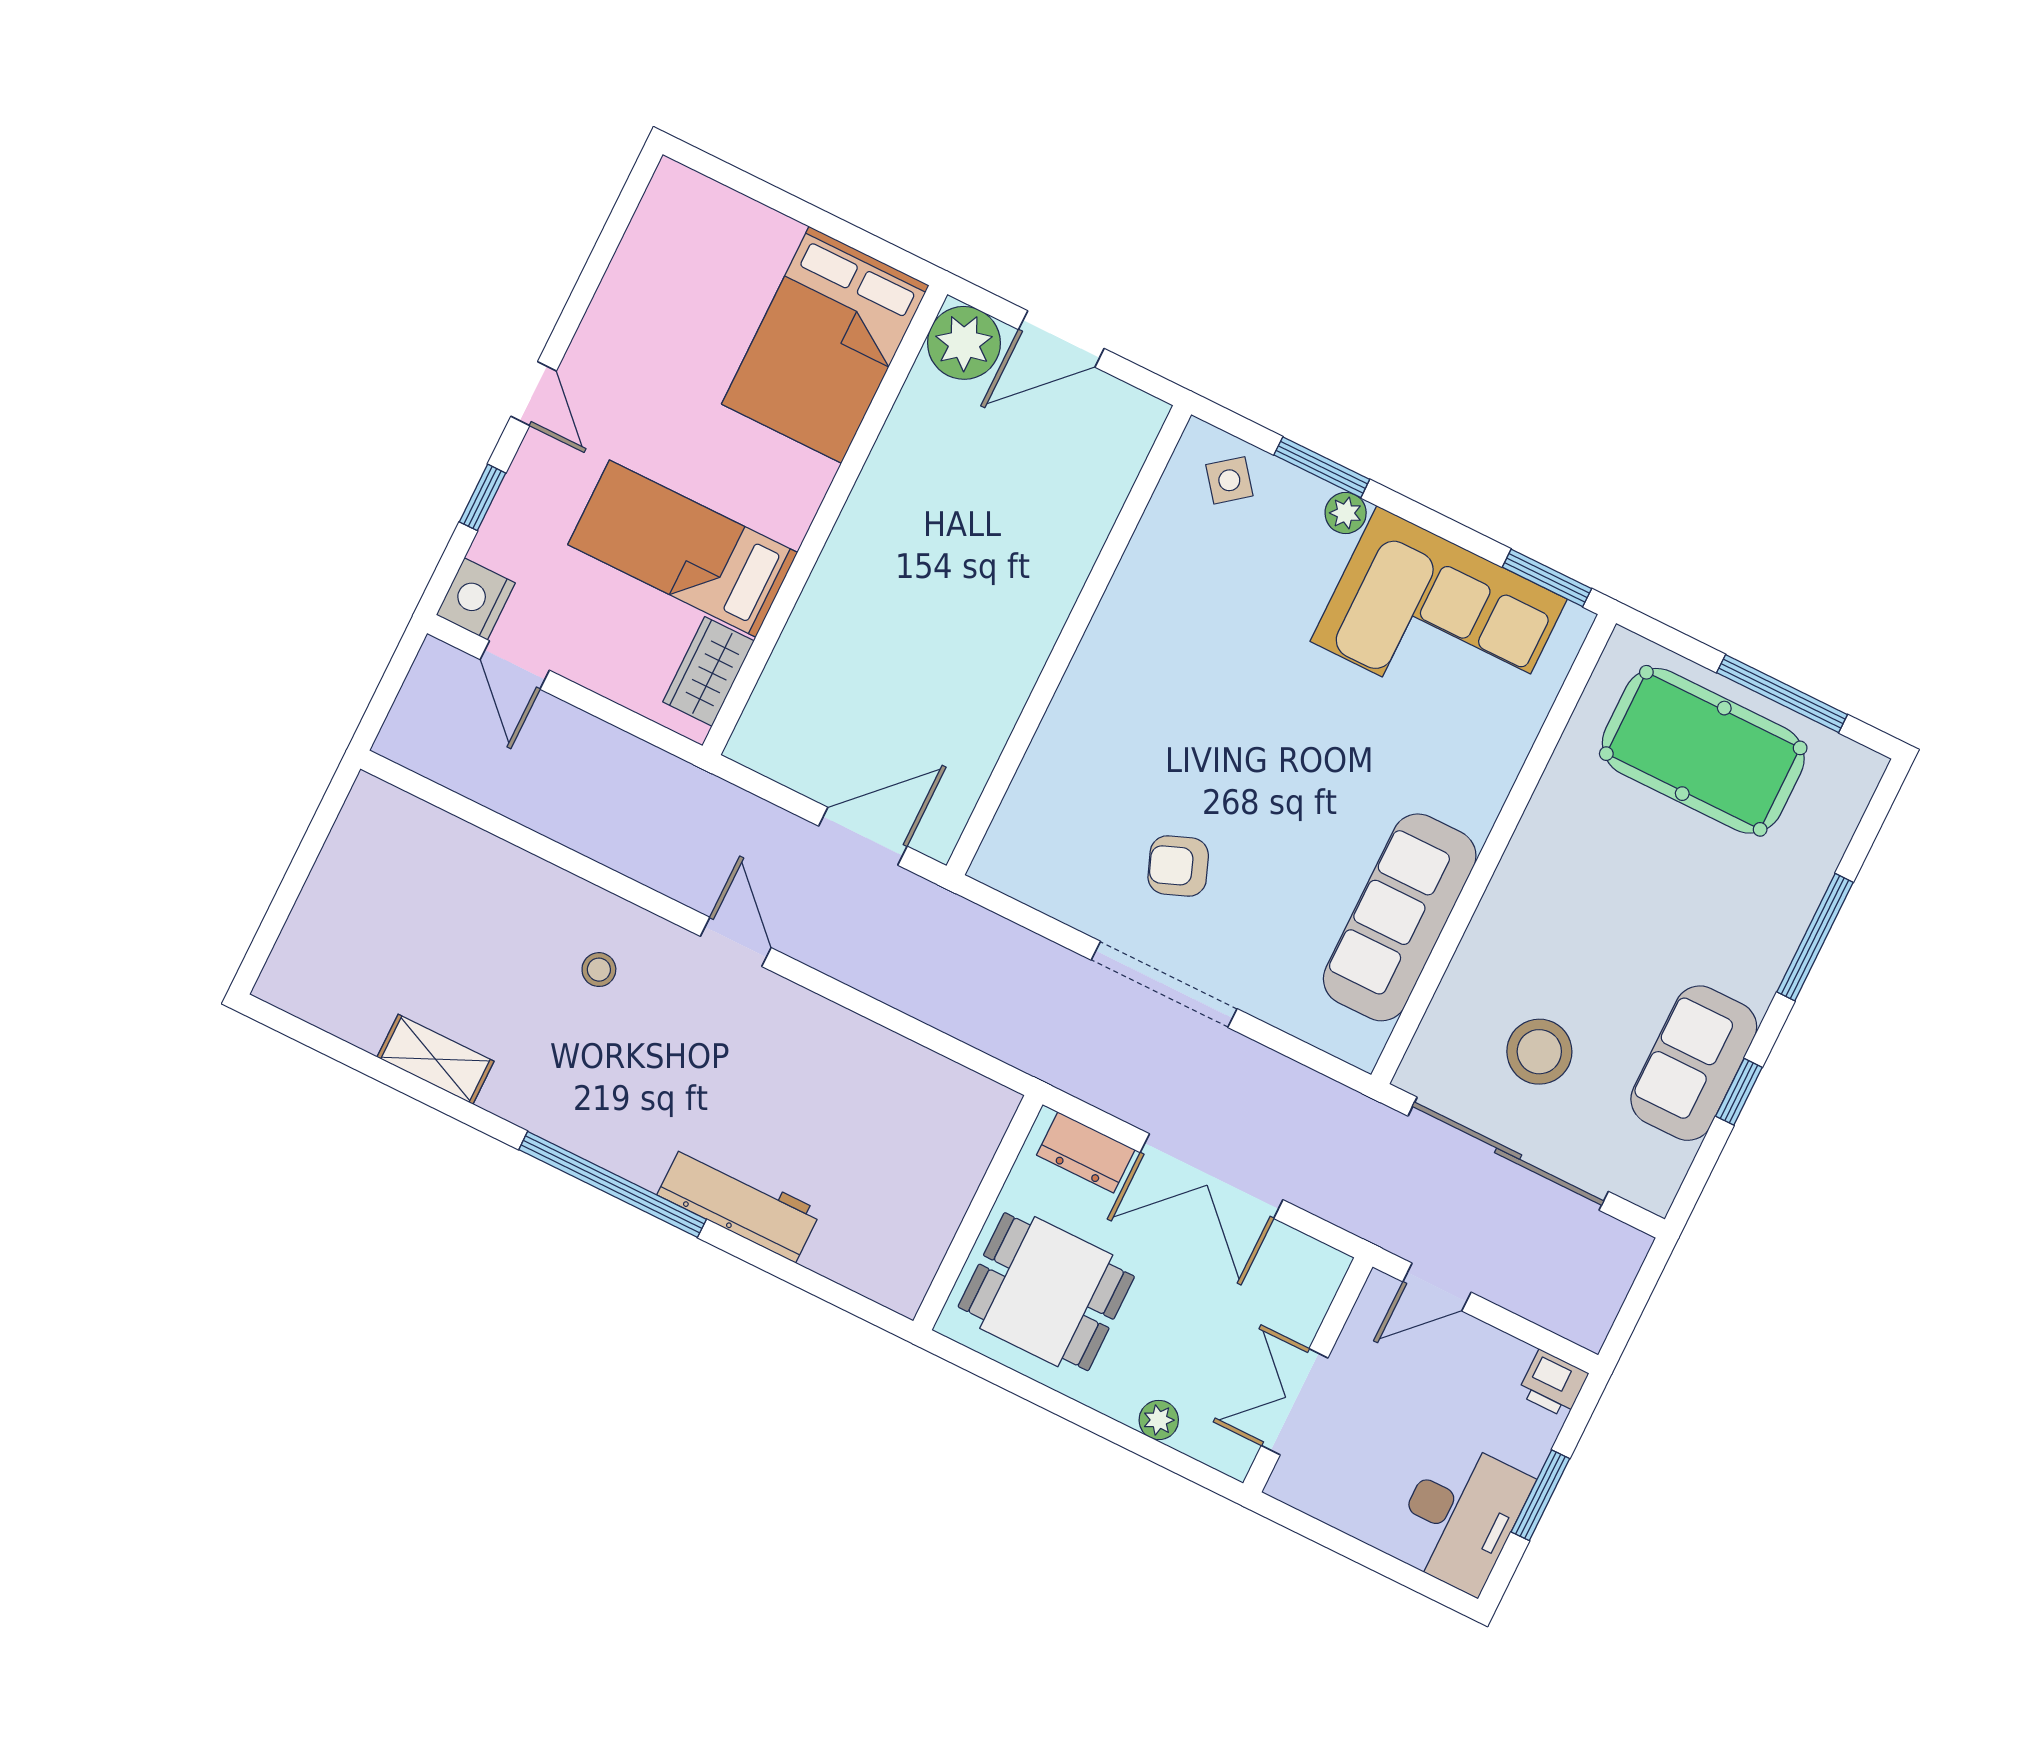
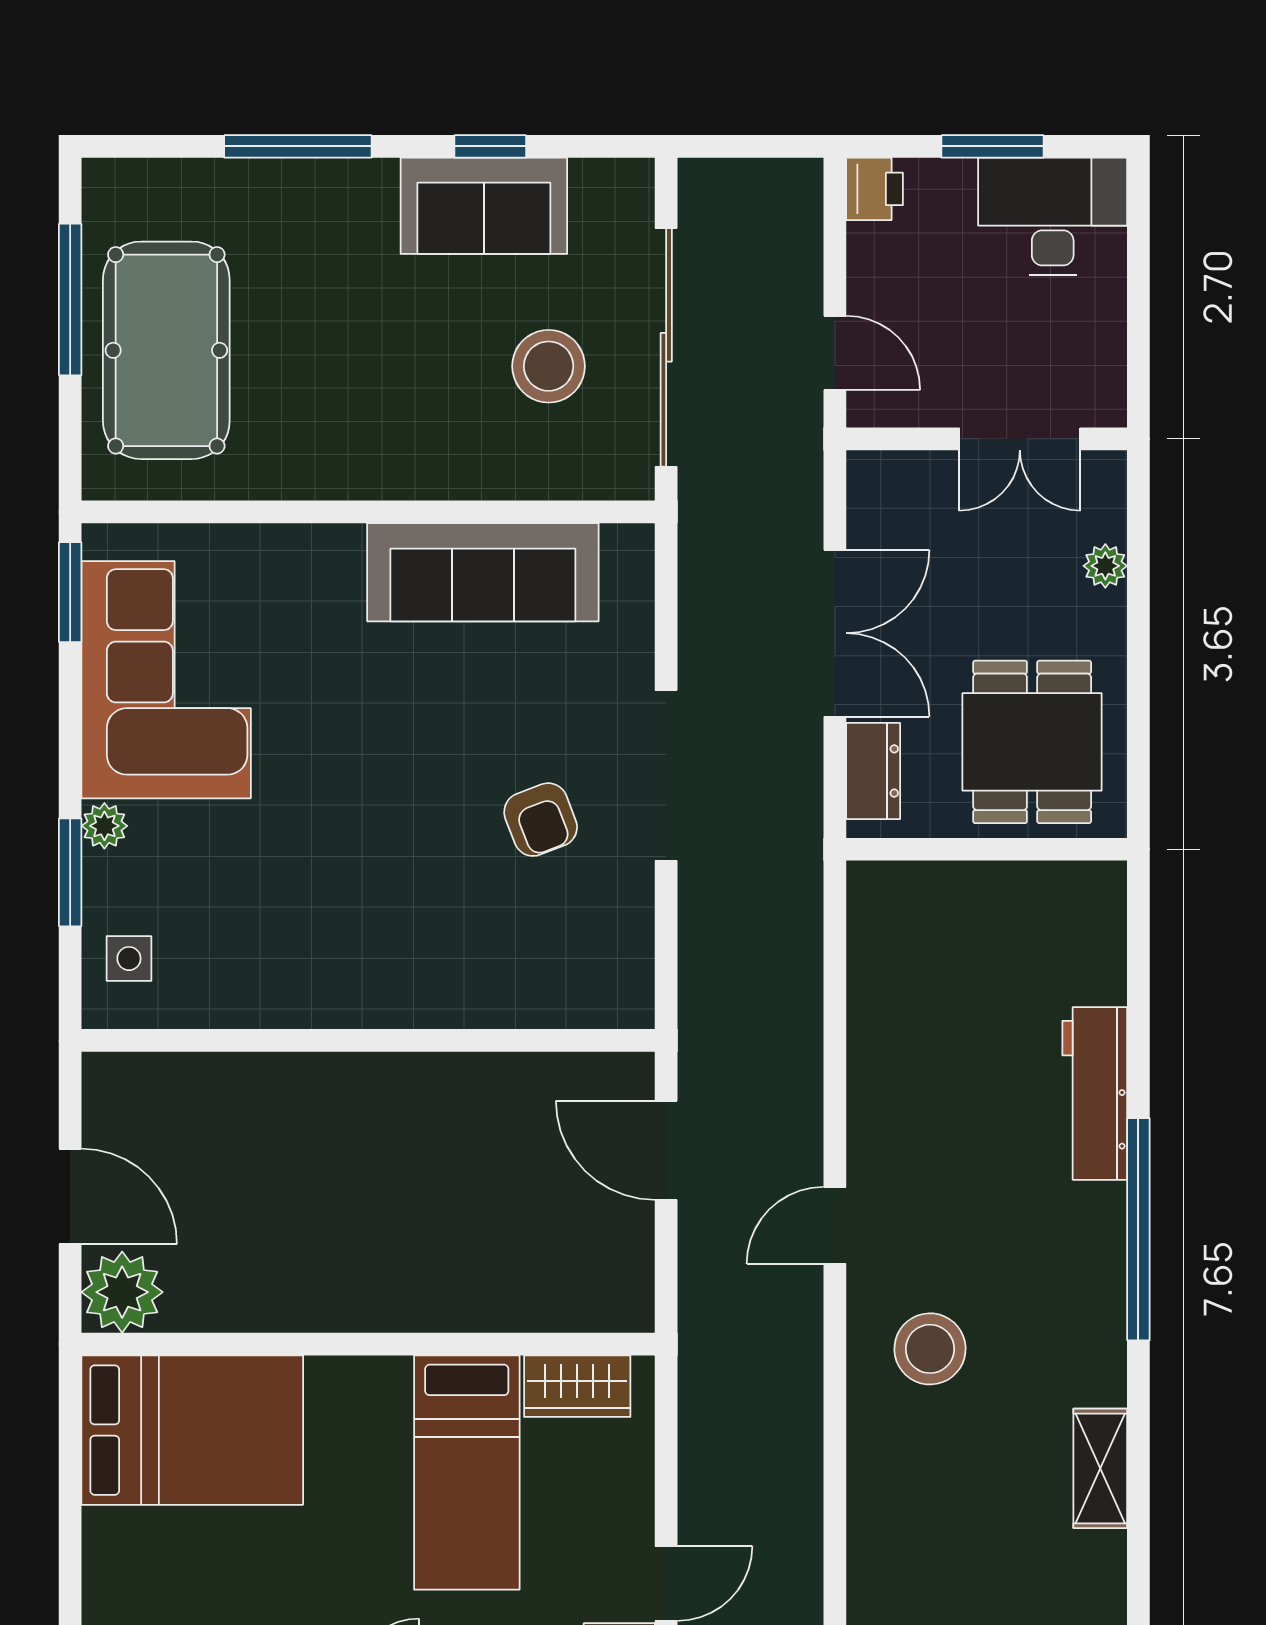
side table: (1229, 480) -> (129, 959), turned 38
stool: (599, 970) -> (930, 1349), width x1.89, depth x1.89

